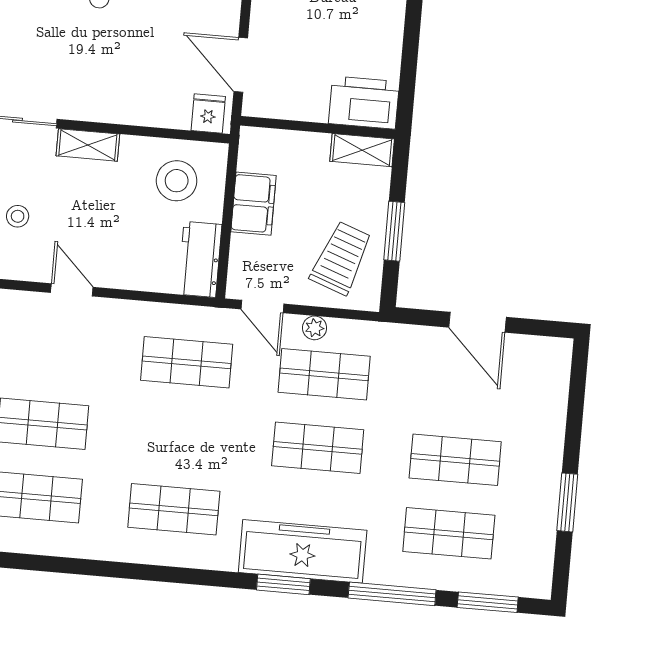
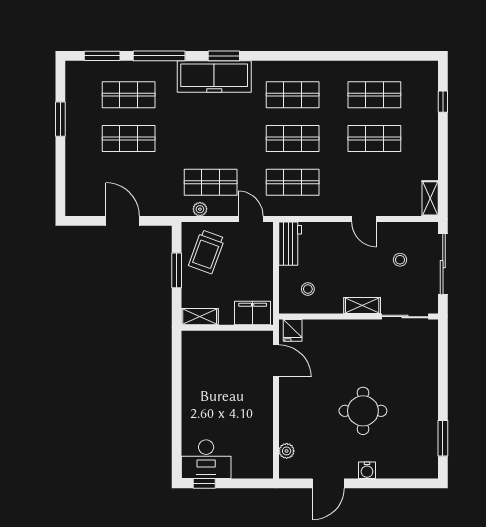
printer: (364, 103) -> (201, 345), removed
stool: (177, 181) -> (308, 289), width x0.53, depth x0.53
filing cabinet: (253, 204) -> (253, 313), moved, turned 90
plant: (315, 328) -> (200, 209), moved
shop shelf: (318, 448) -> (293, 138), moved

